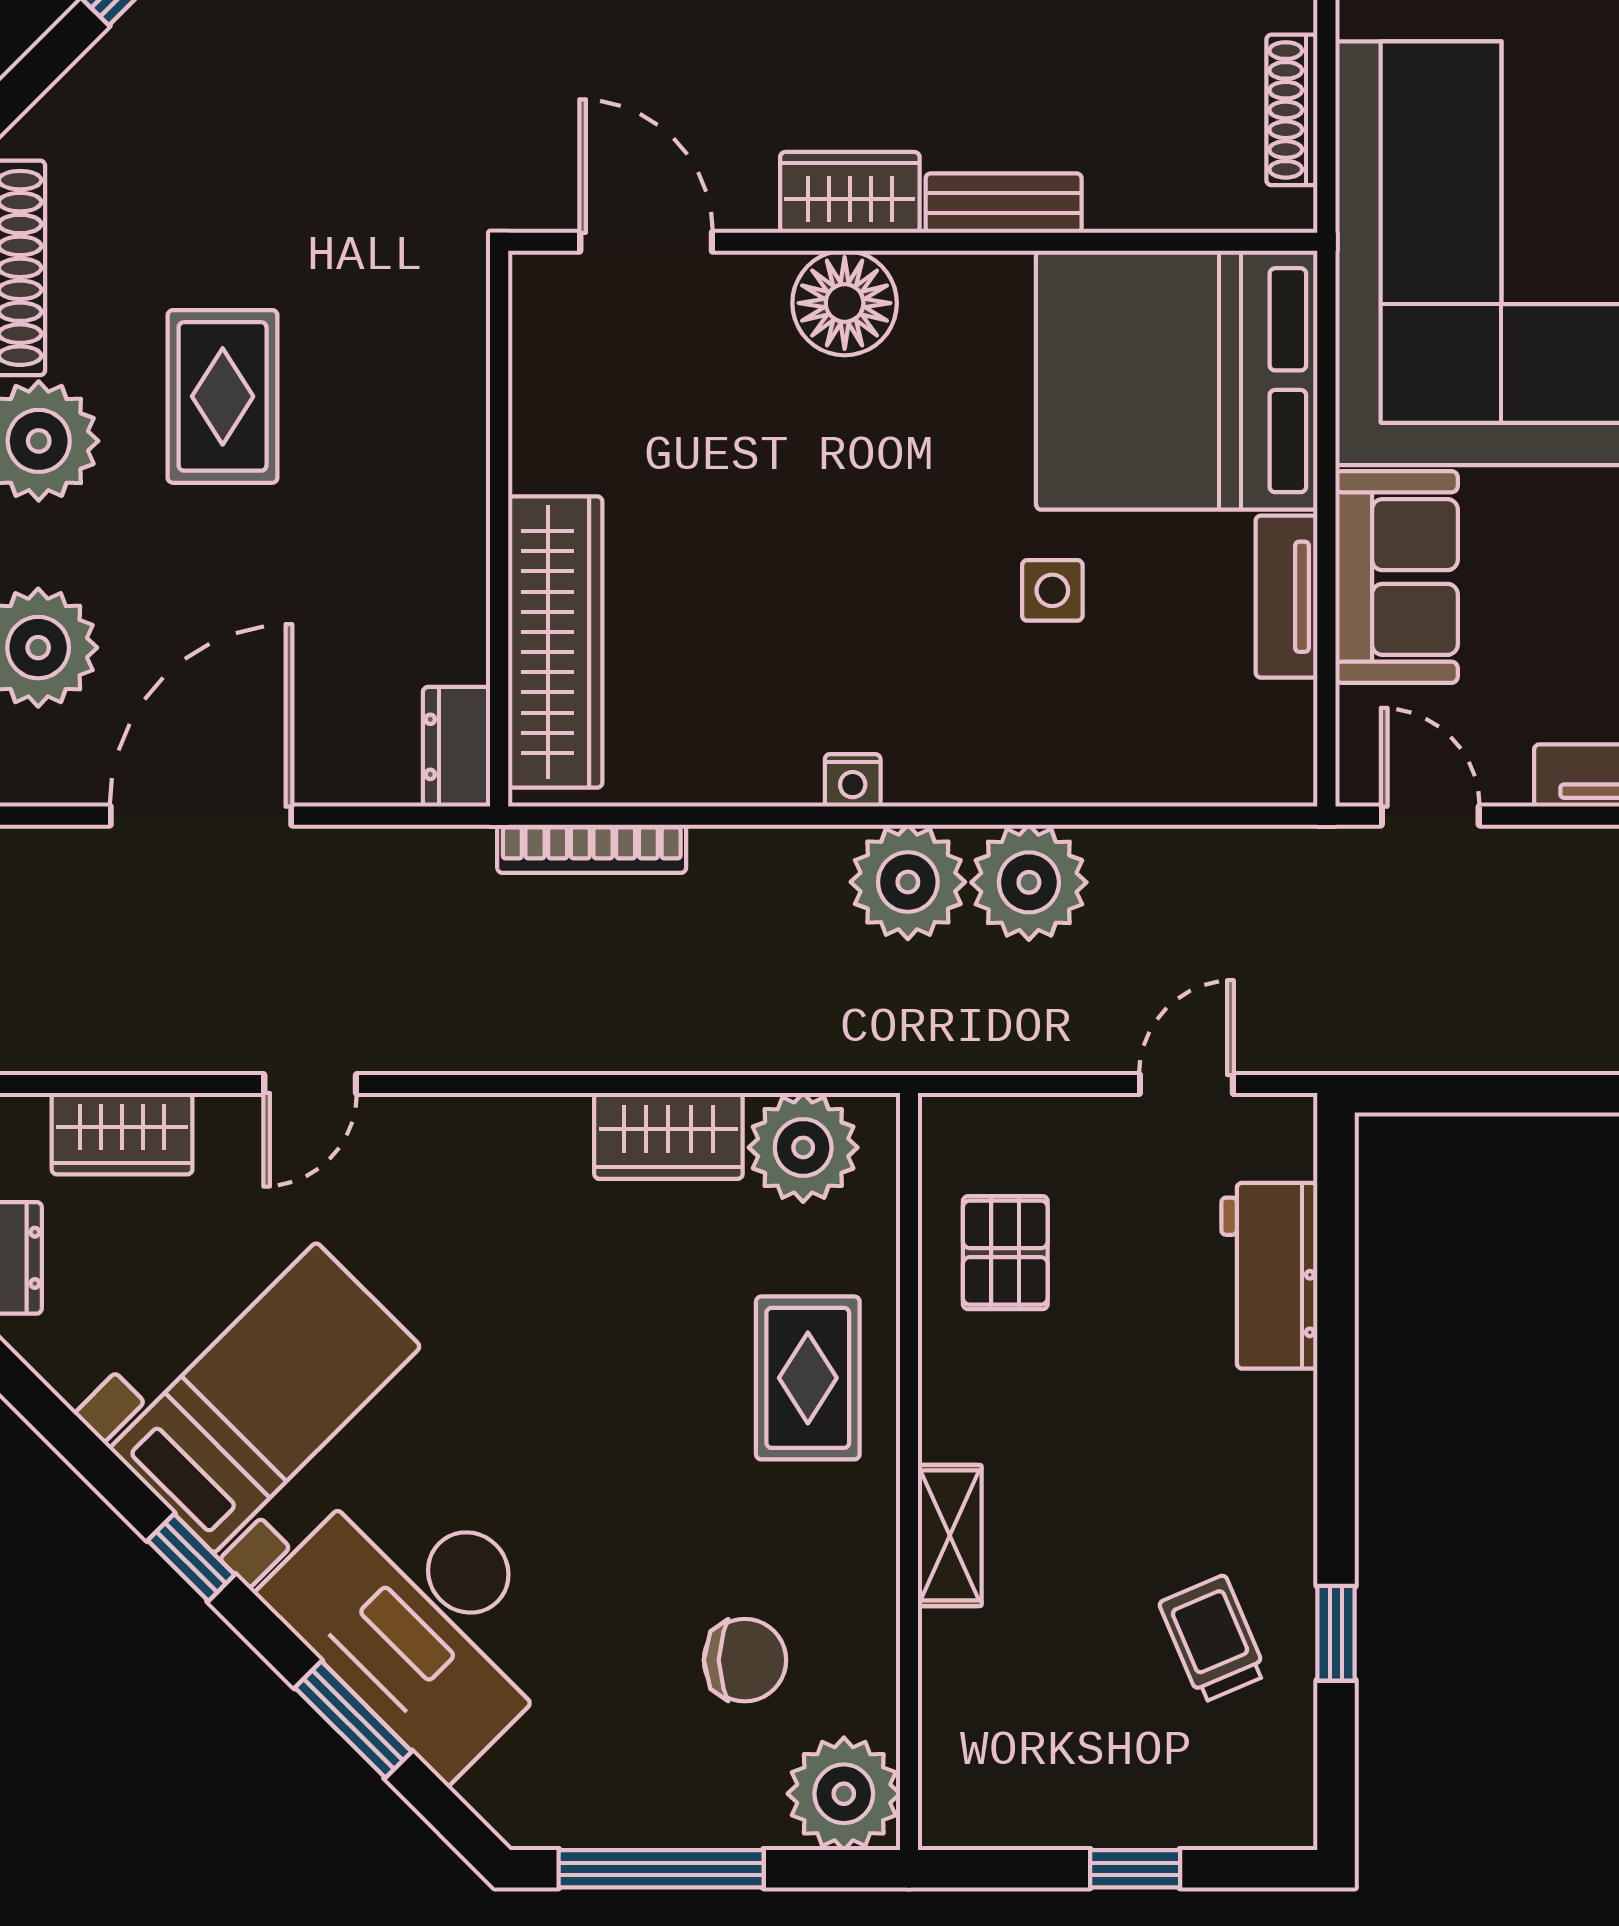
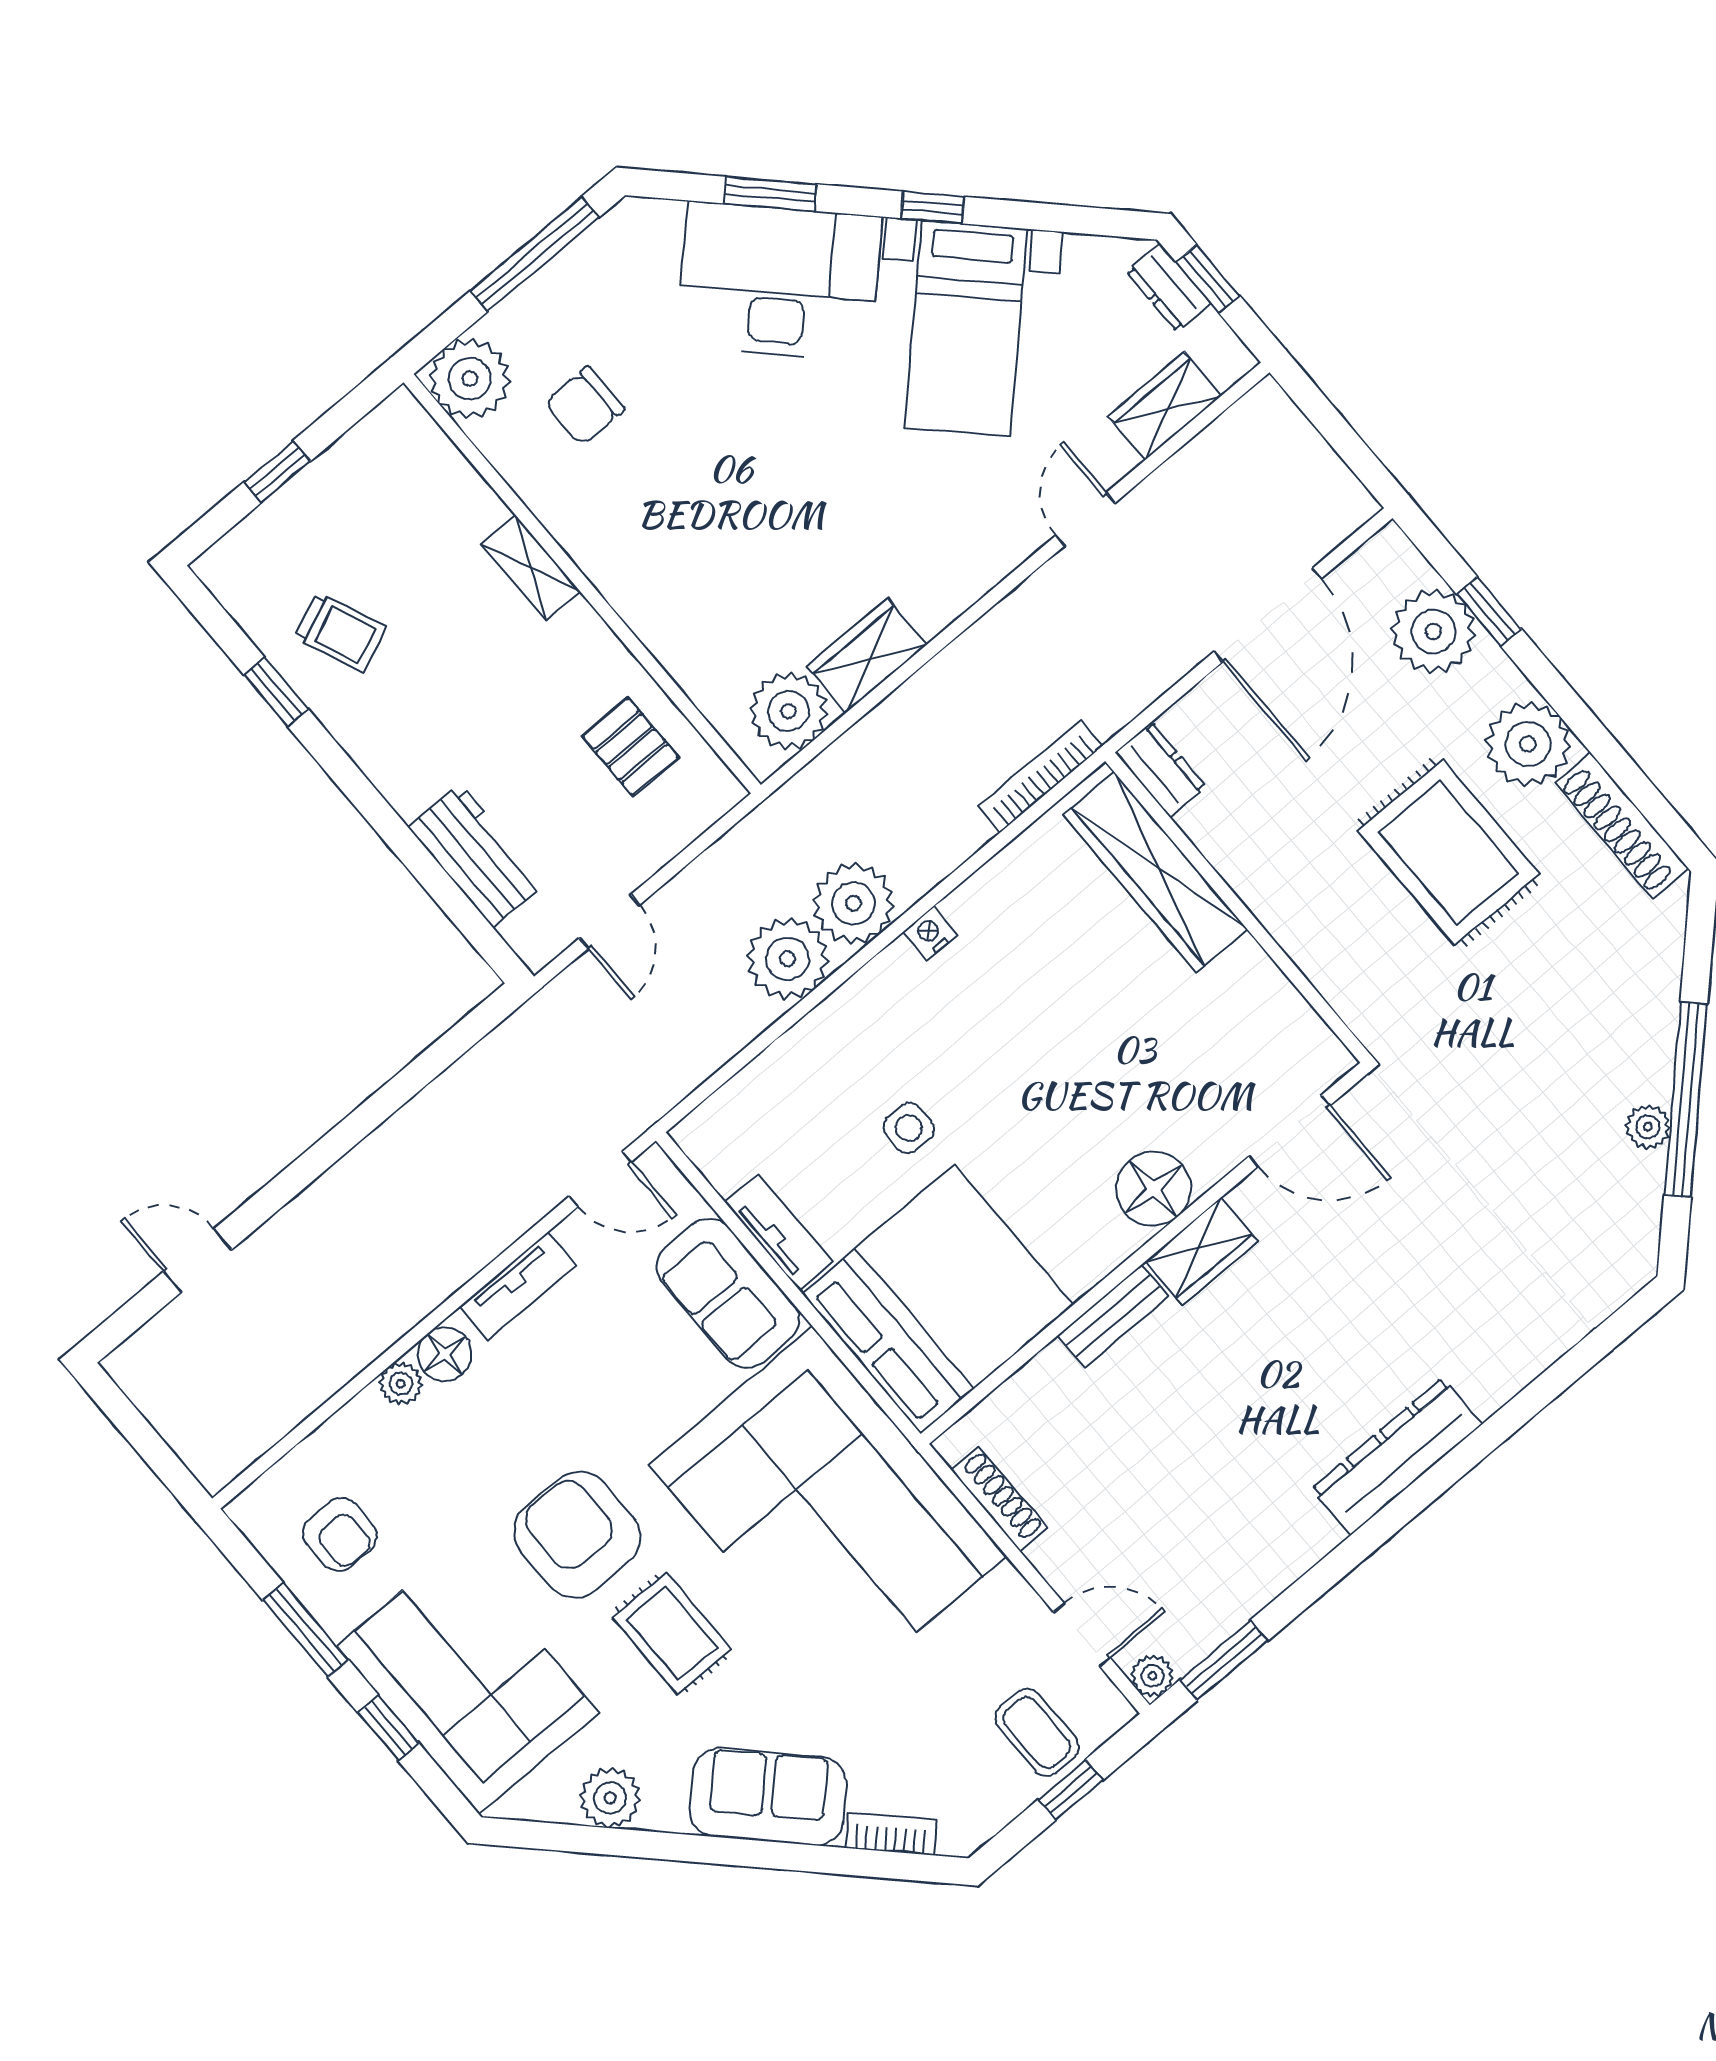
rug: (223, 396) -> (1449, 853), width x1.36, depth x1.43
rug: (808, 1378) -> (680, 588), removed

